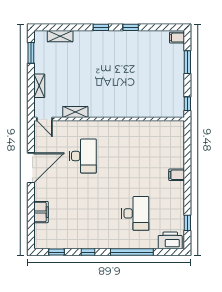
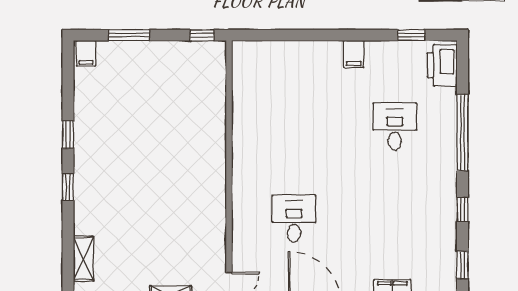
shelving: (75, 112) -> (217, 232), removed
desk: (83, 156) -> (294, 219), width x0.73
filing cabinet: (177, 175) -> (354, 54), moved
desk: (135, 213) -> (395, 126), width x0.73

